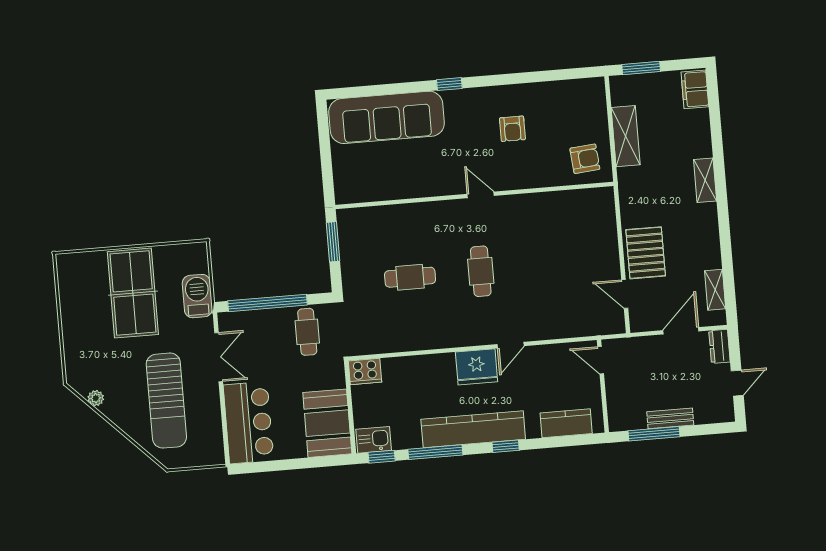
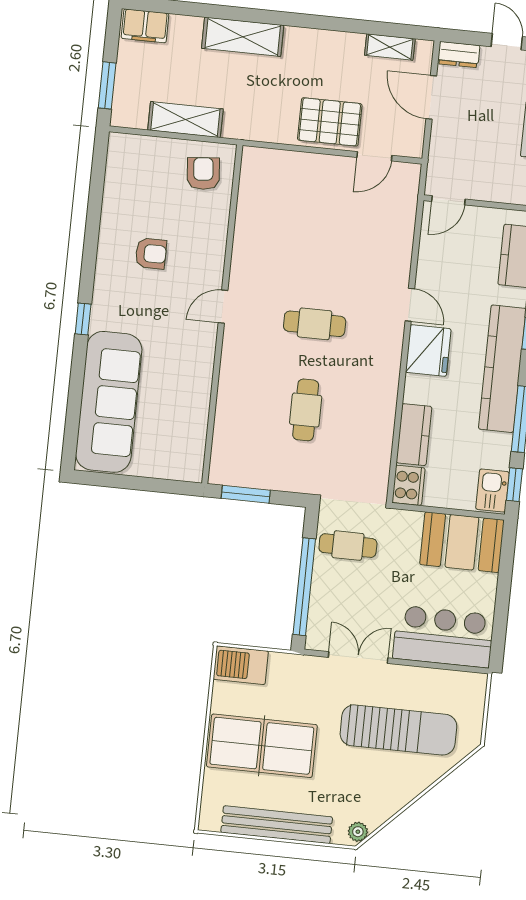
shelving: (705, 180) -> (243, 37), width x1.50, depth x1.33
barbecue: (197, 296) -> (241, 665), moved
bench: (72, 317) -> (277, 825), added
kitchen counter: (407, 368) -> (414, 435), added
plant: (96, 398) -> (358, 832), moved

